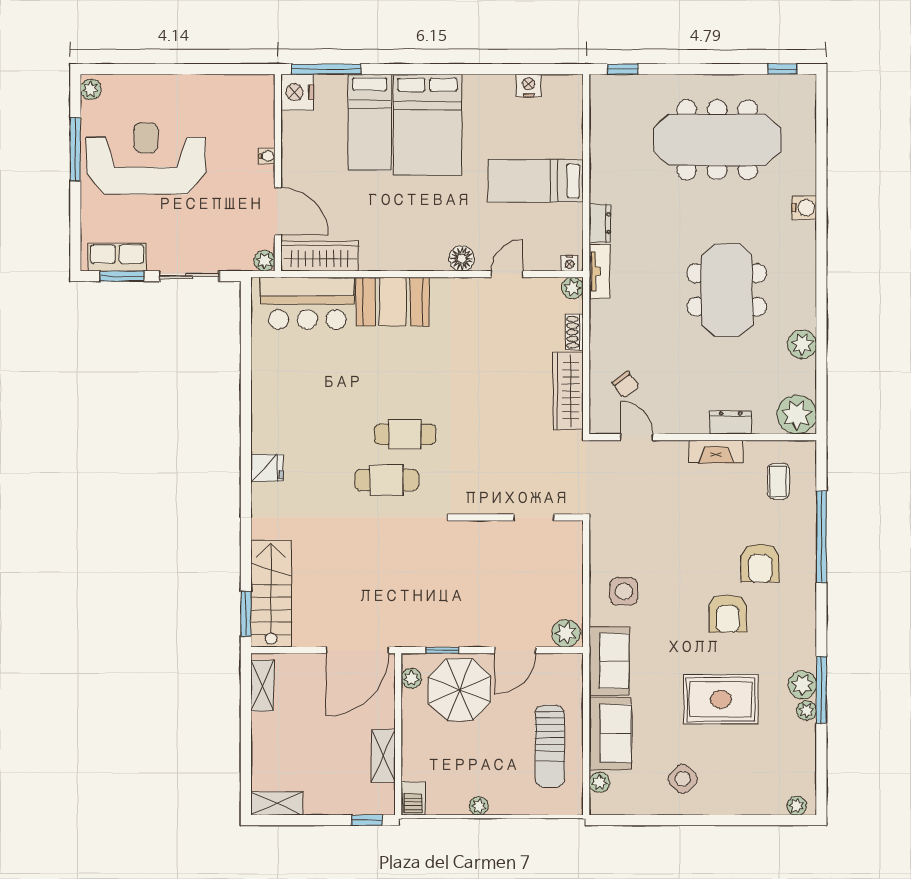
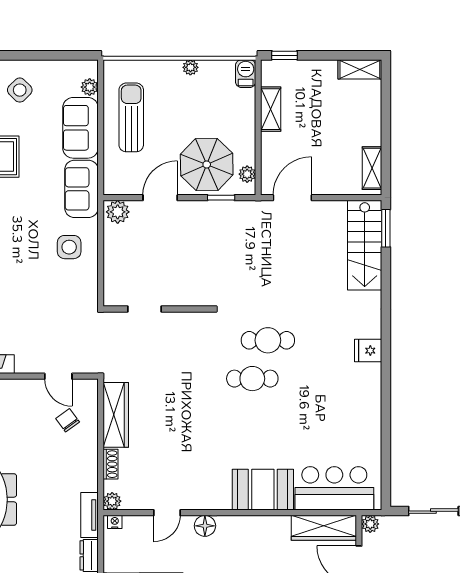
door: (357, 650) -> (292, 198), width x0.73

